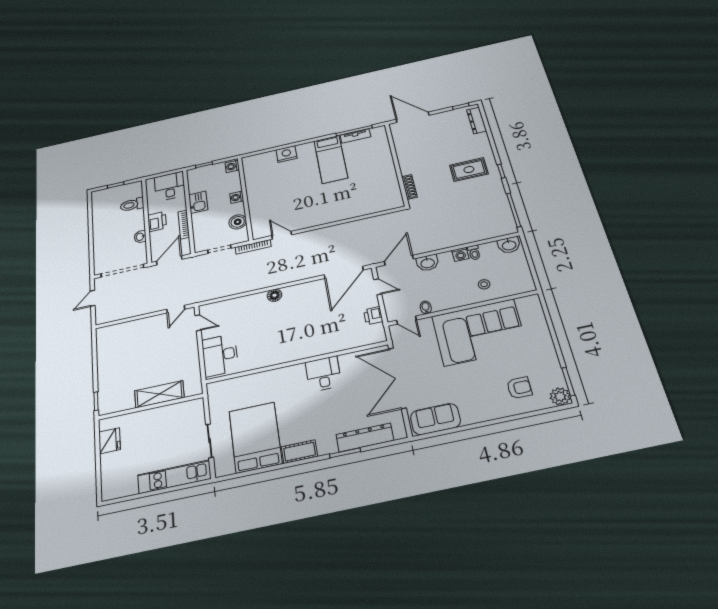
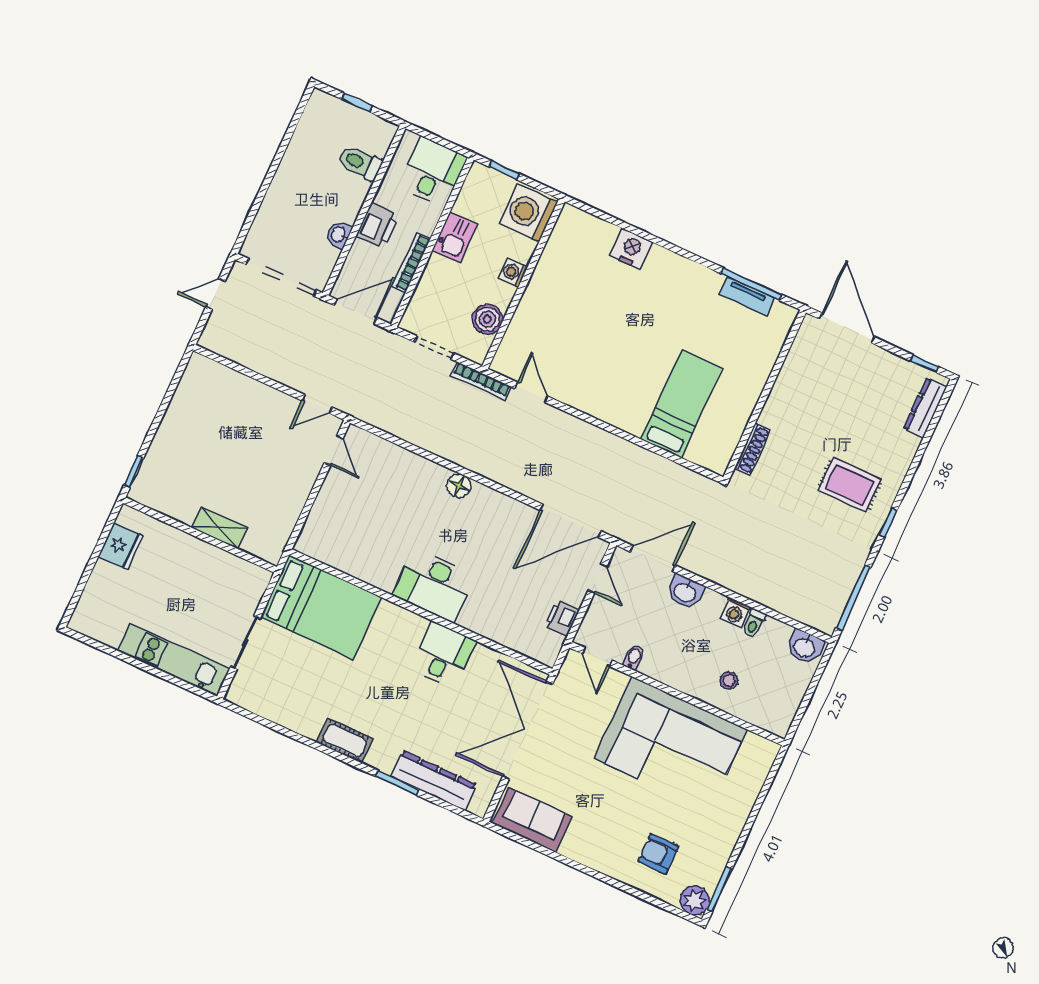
bed: (331, 159) -> (681, 404), moved, turned 180
washing machine: (232, 166) -> (528, 213), width x1.89, depth x1.89
desk: (220, 355) -> (434, 585), moved, turned -90
armchair: (519, 388) -> (658, 854), turned 180
shelving: (159, 394) -> (220, 528), width x0.67, depth x0.75
bed: (255, 437) -> (321, 607), moved, turned 90

